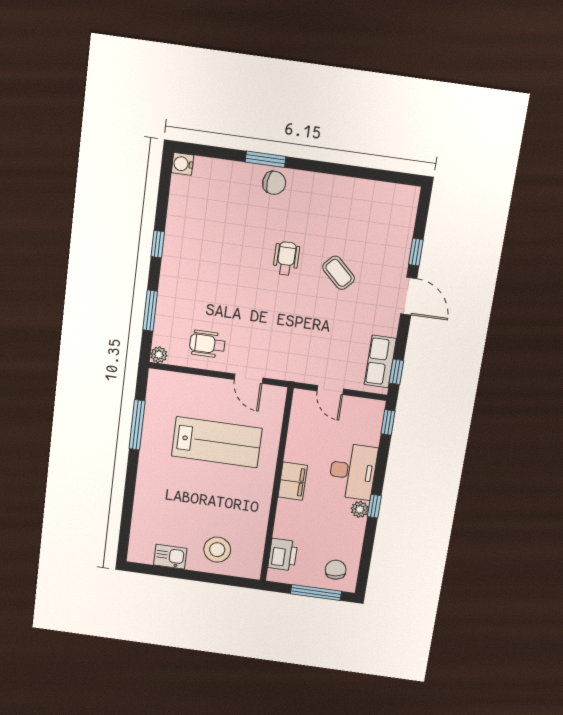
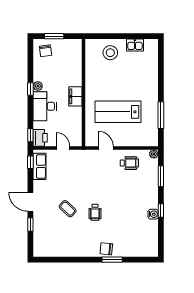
water cooler: (183, 164) -> (153, 214), moved
printer: (283, 555) -> (40, 138), moved, turned 180
window: (316, 593) -> (54, 36), width x0.69

